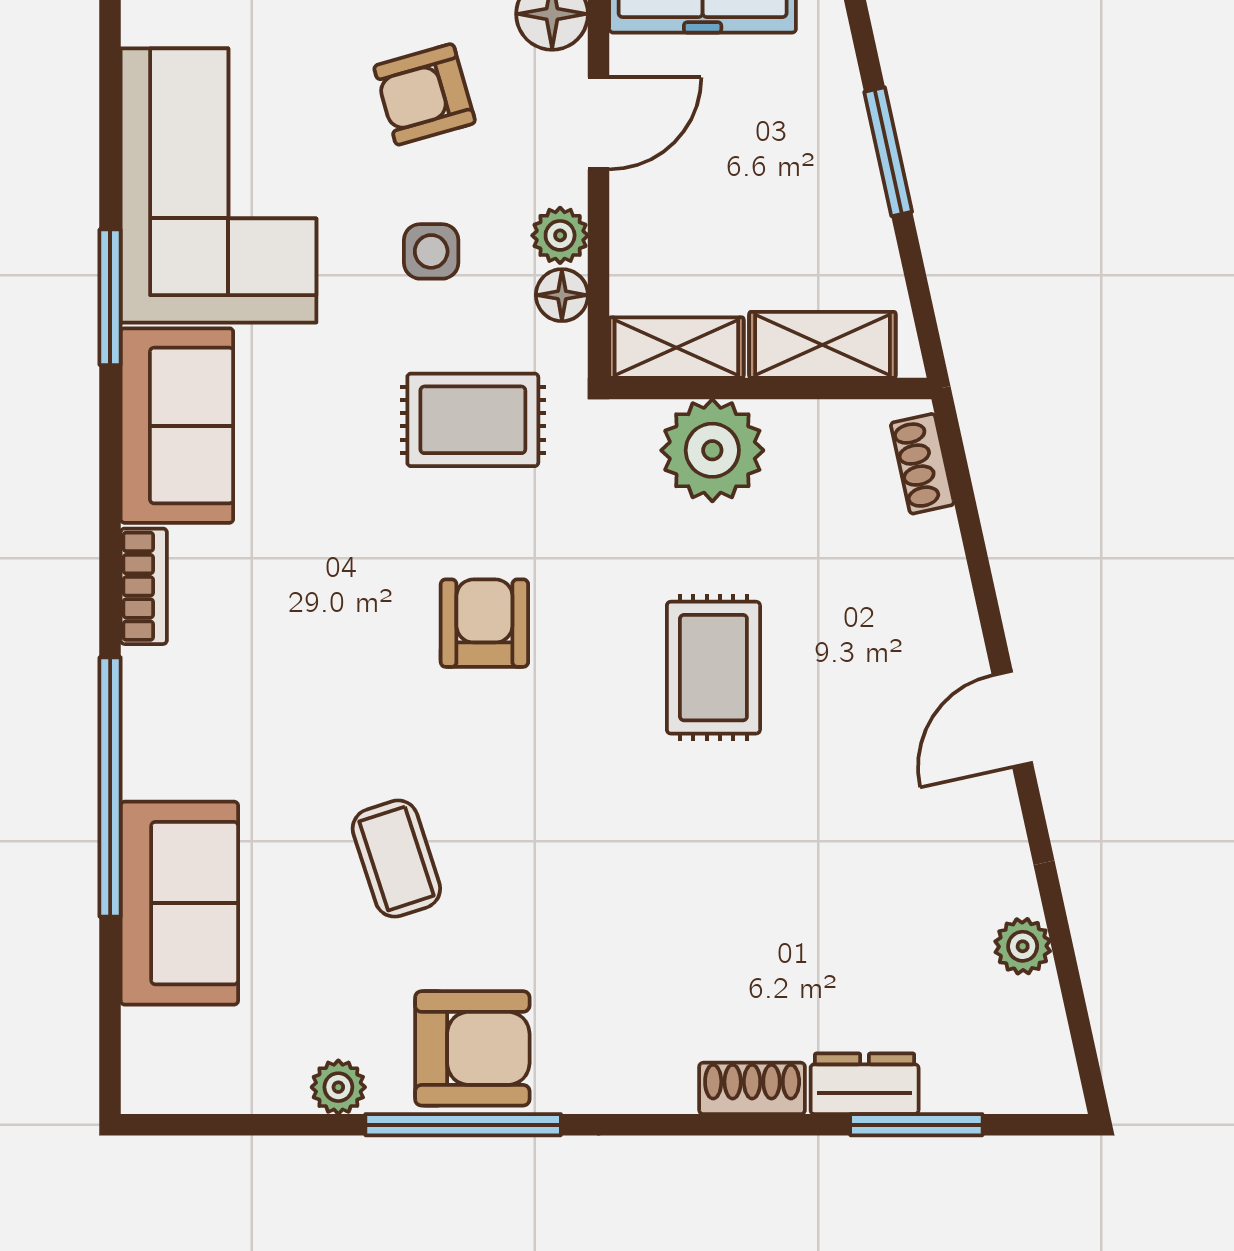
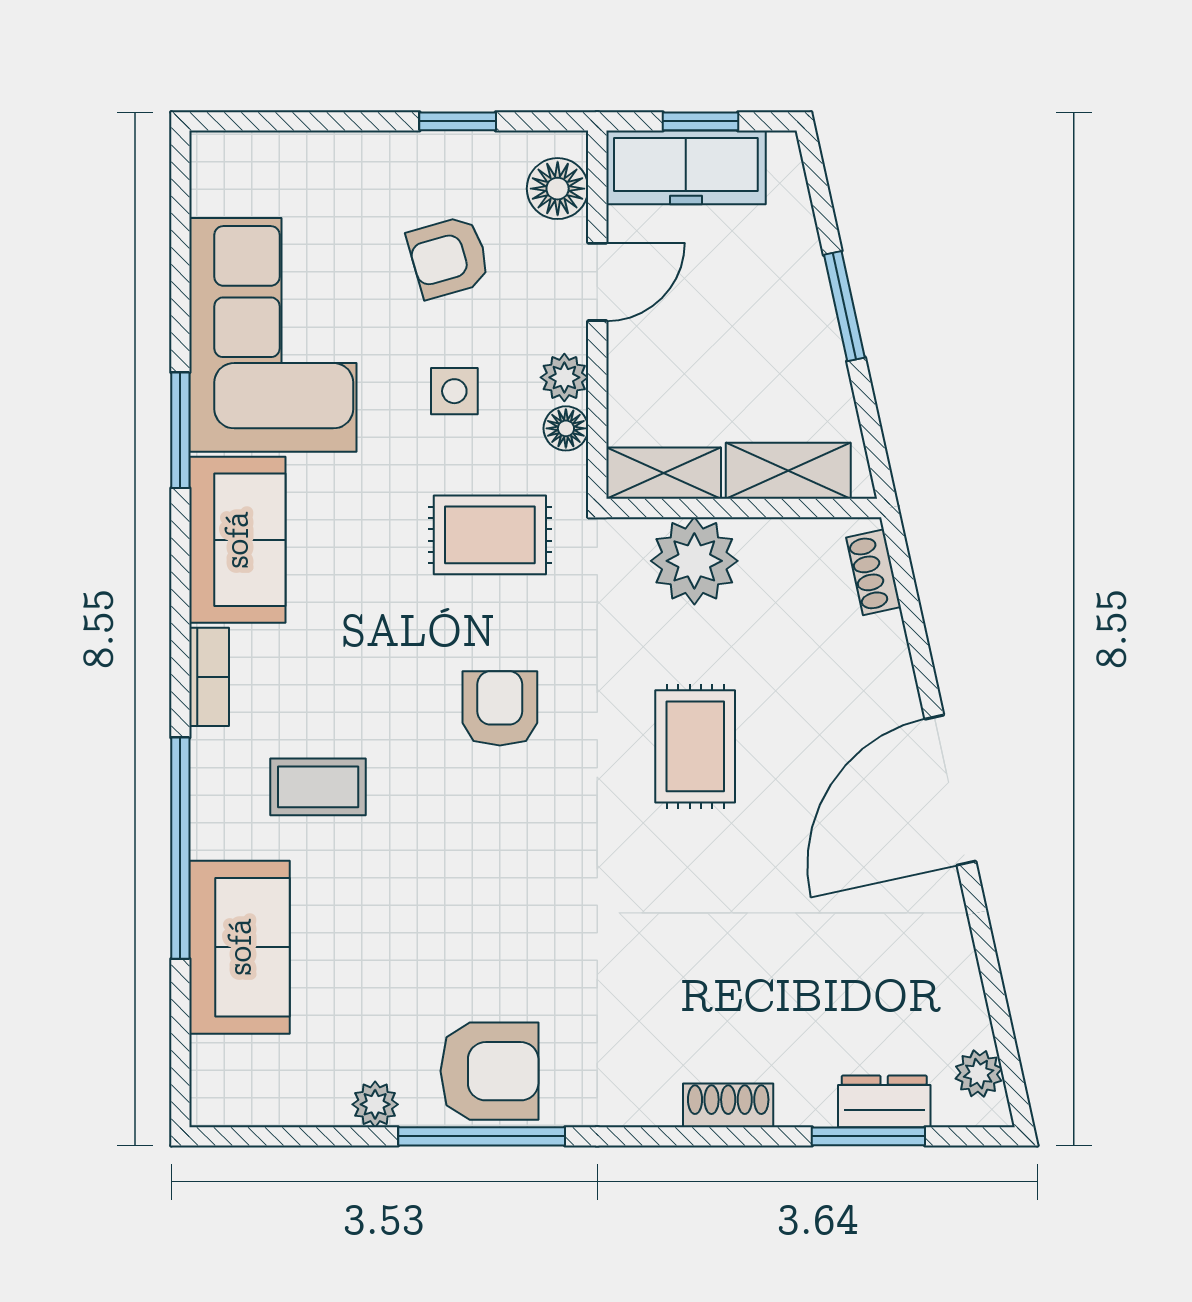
door: (1012, 719) -> (950, 790), width x1.87
coffee table: (396, 859) -> (318, 787), moved, turned -72
plant: (1023, 946) -> (979, 1074), moved
dresser: (865, 1084) -> (884, 1101), moved

